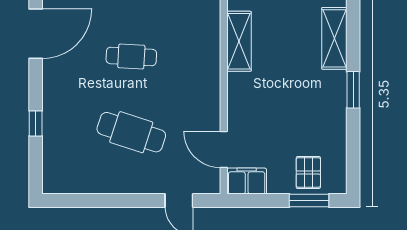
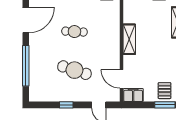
shelving: (239, 41) -> (129, 39), moved
window: (36, 123) -> (26, 66), width x3.17
window: (115, 201) -> (66, 105), added

